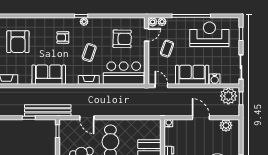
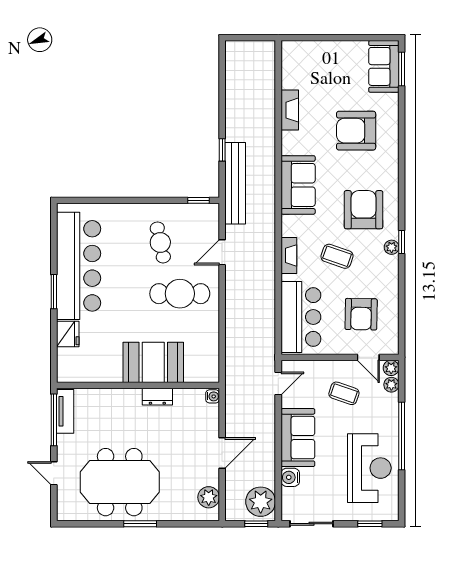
armchair: (63, 37) -> (364, 210), width x1.88, depth x1.88

